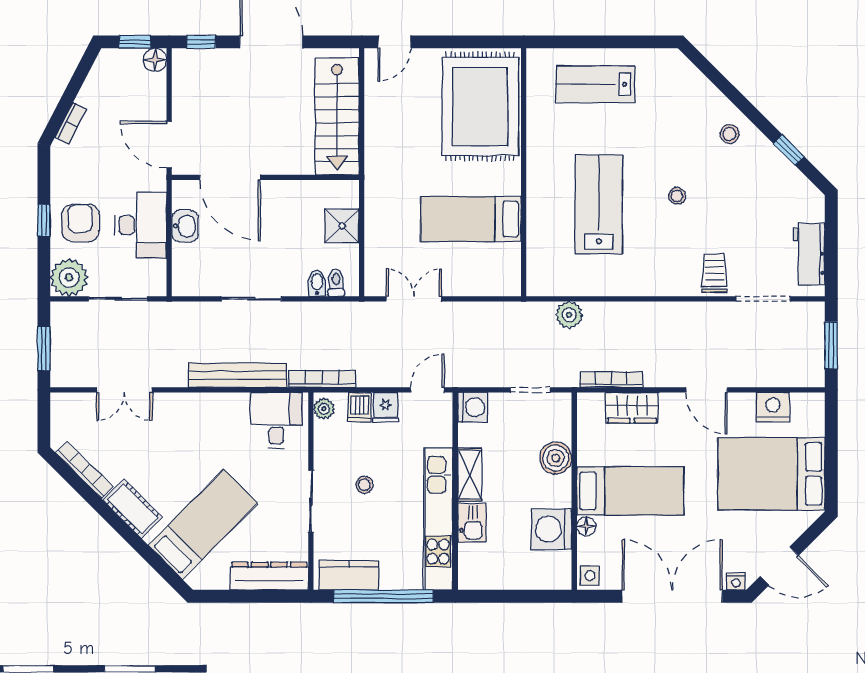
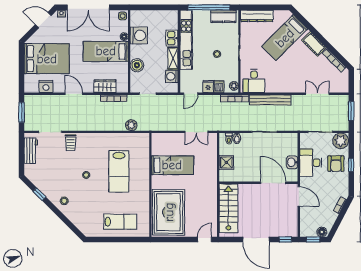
floor lamp: (155, 60) -> (322, 232), moved
washing machine: (473, 407) -> (172, 76), moved

